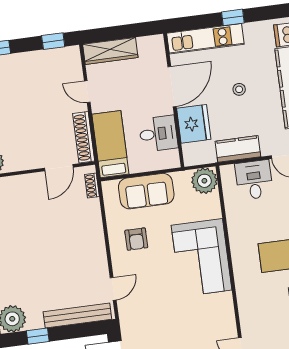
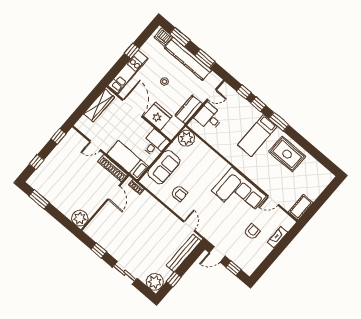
wardrobe: (110, 51) -> (99, 105), moved
desk: (158, 134) -> (155, 143), moved
corner sofa: (202, 258) -> (239, 194), moved

